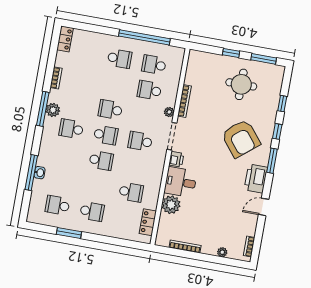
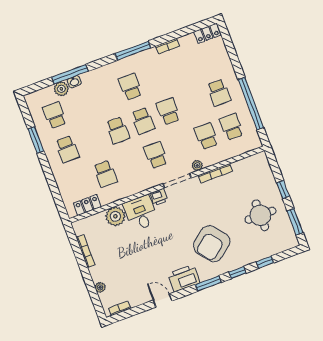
plant: (53, 110) -> (61, 89), moved

